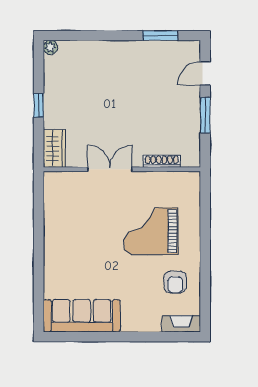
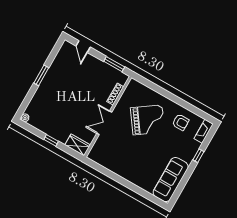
window: (160, 36) -> (41, 75), moved
window: (205, 115) -> (114, 64), moved
grand piano: (151, 231) -> (148, 120), turned -125
window: (140, 337) -> (198, 156), added

